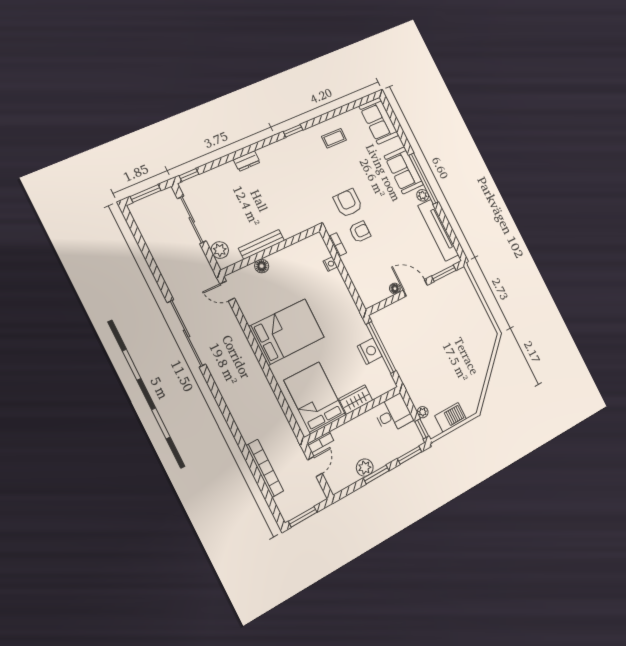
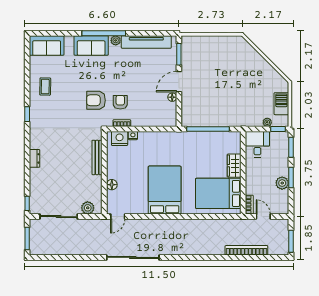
bench: (262, 244) -> (97, 157), moved
nightstand: (370, 351) -> (120, 138), moved

